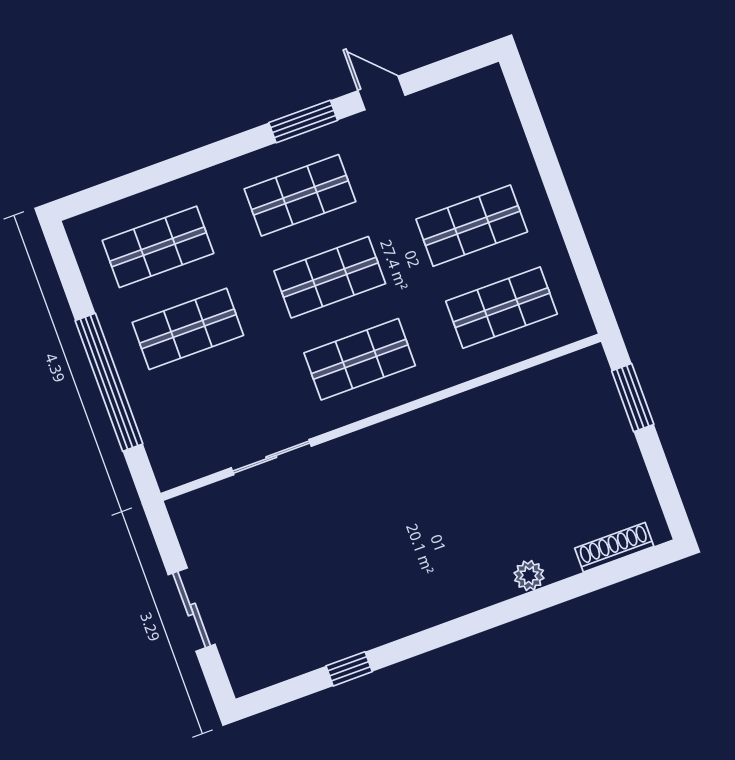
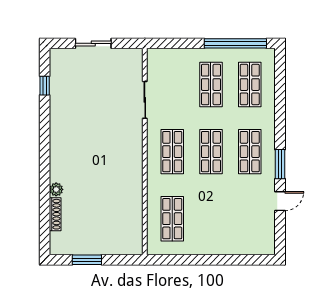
shop shelf: (472, 226) -> (211, 219), removed
window: (109, 382) -> (235, 43), moved
window: (633, 398) -> (87, 260), moved
shoe rack: (614, 547) -> (55, 214), moved
window: (349, 669) -> (45, 86), moved

